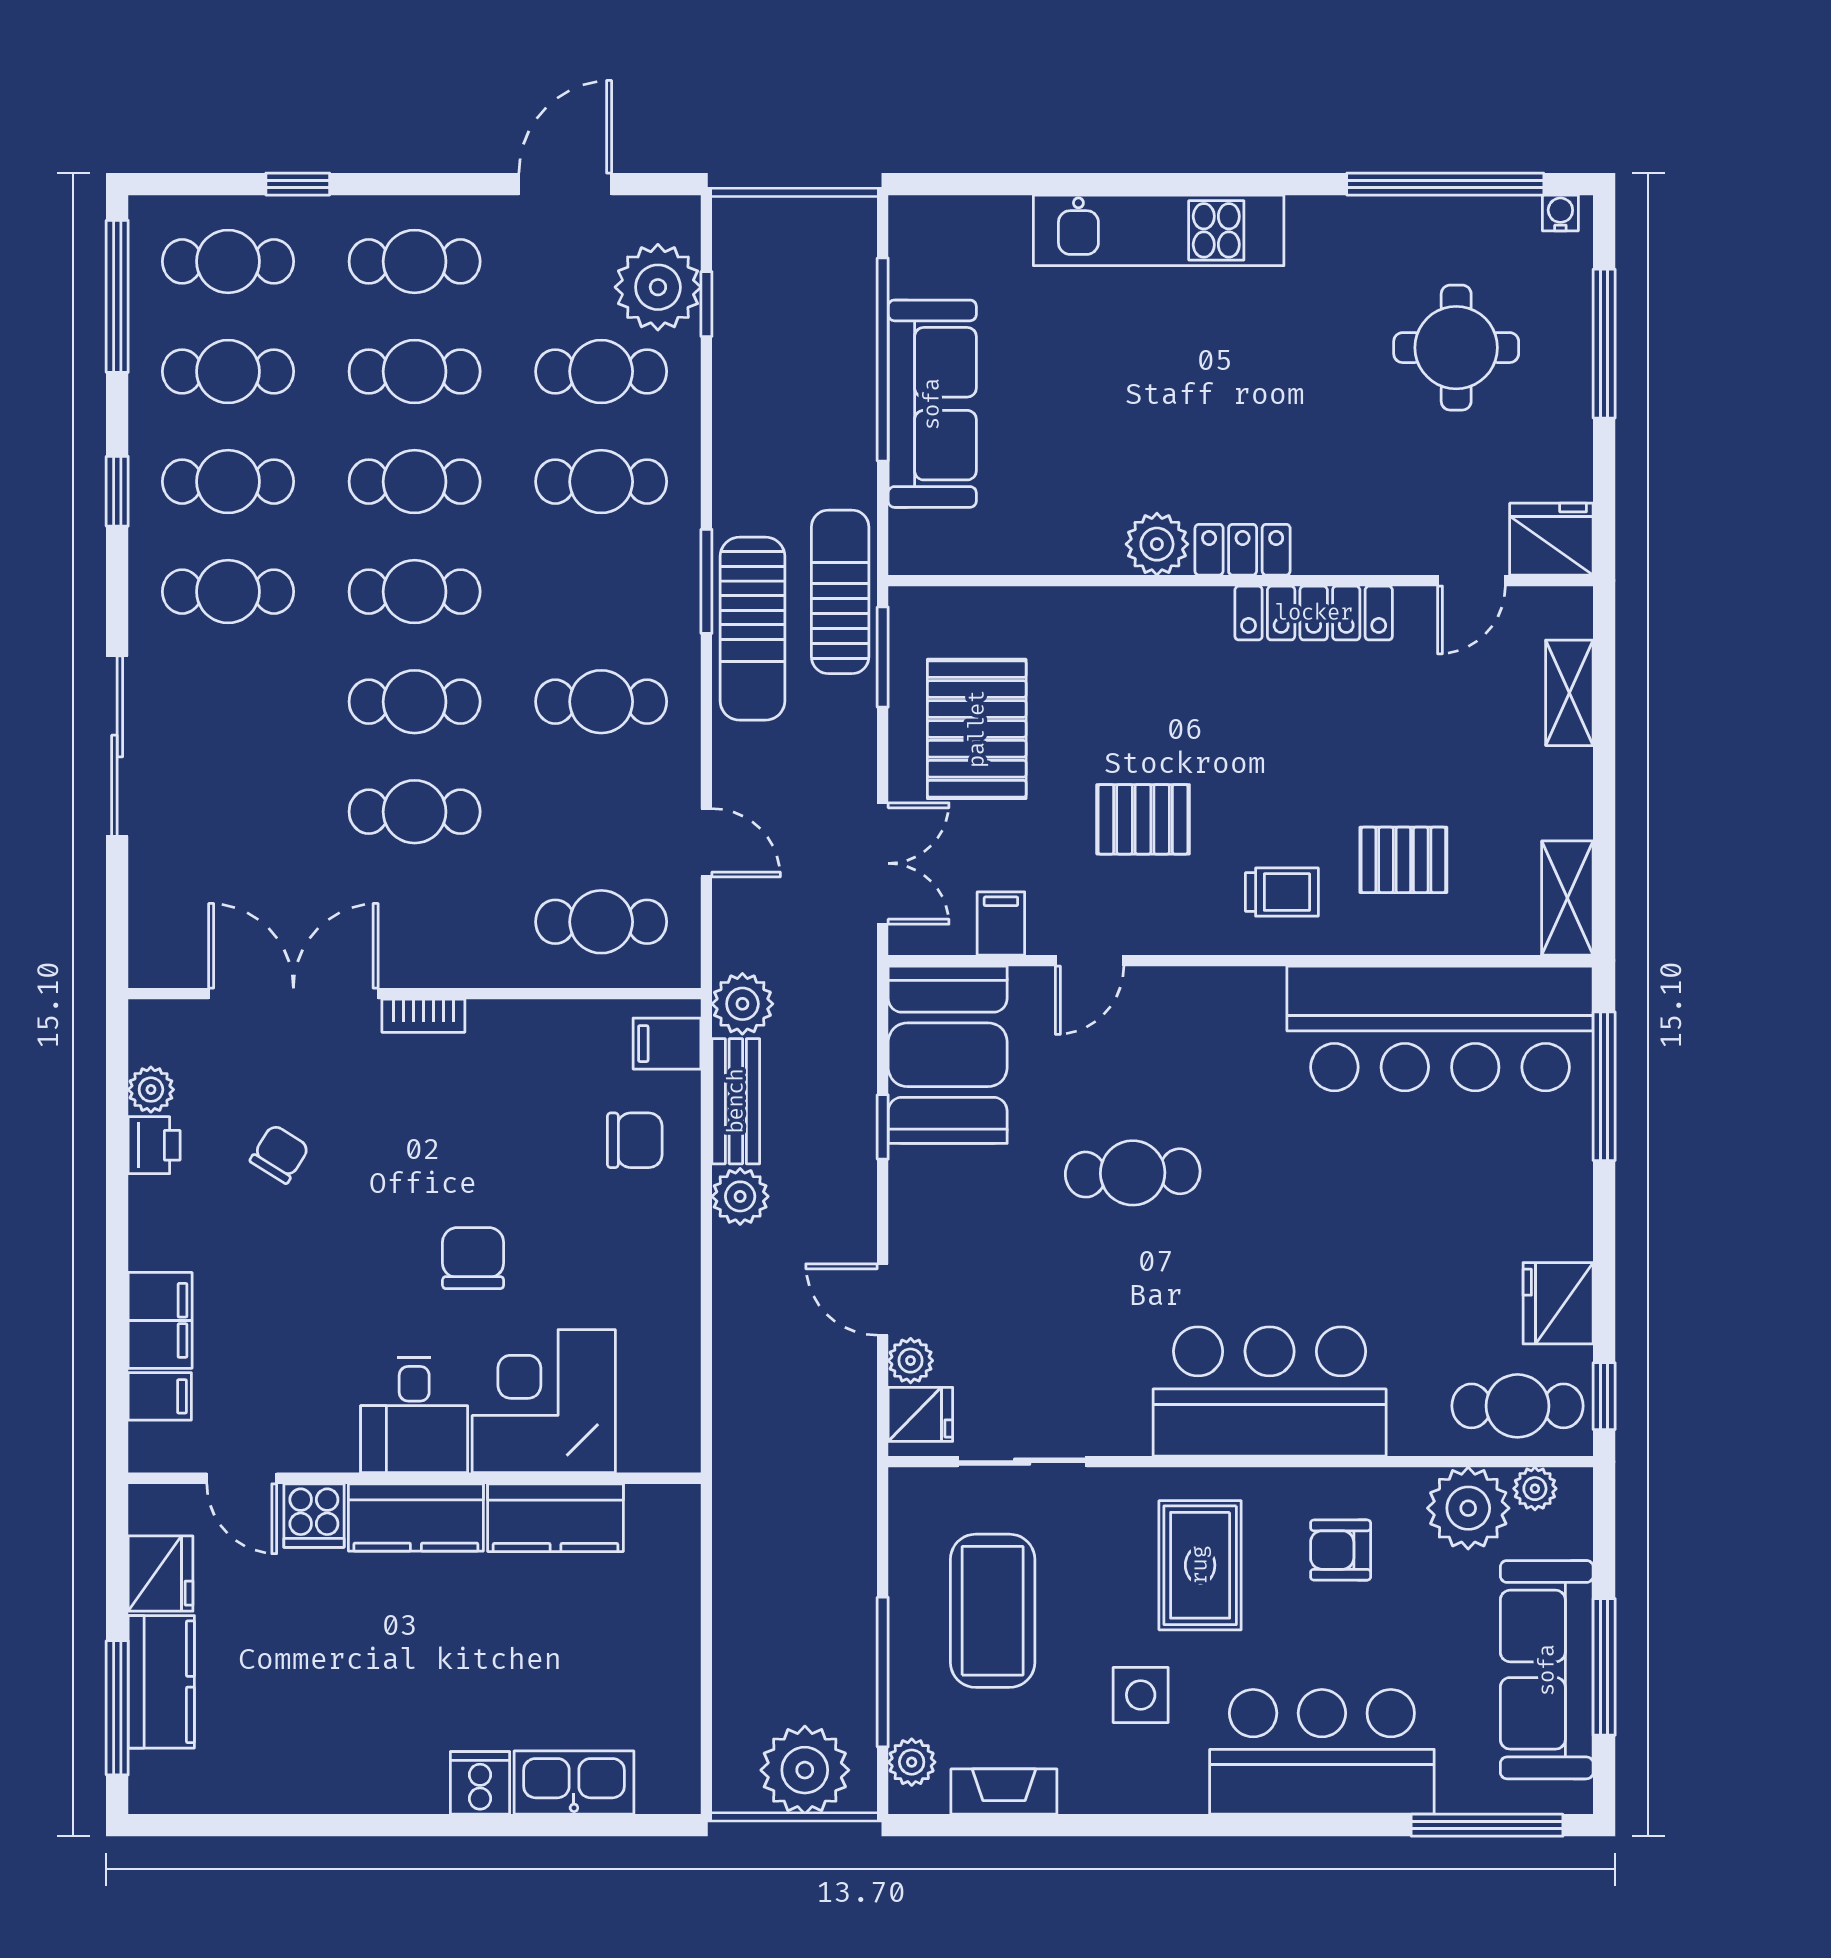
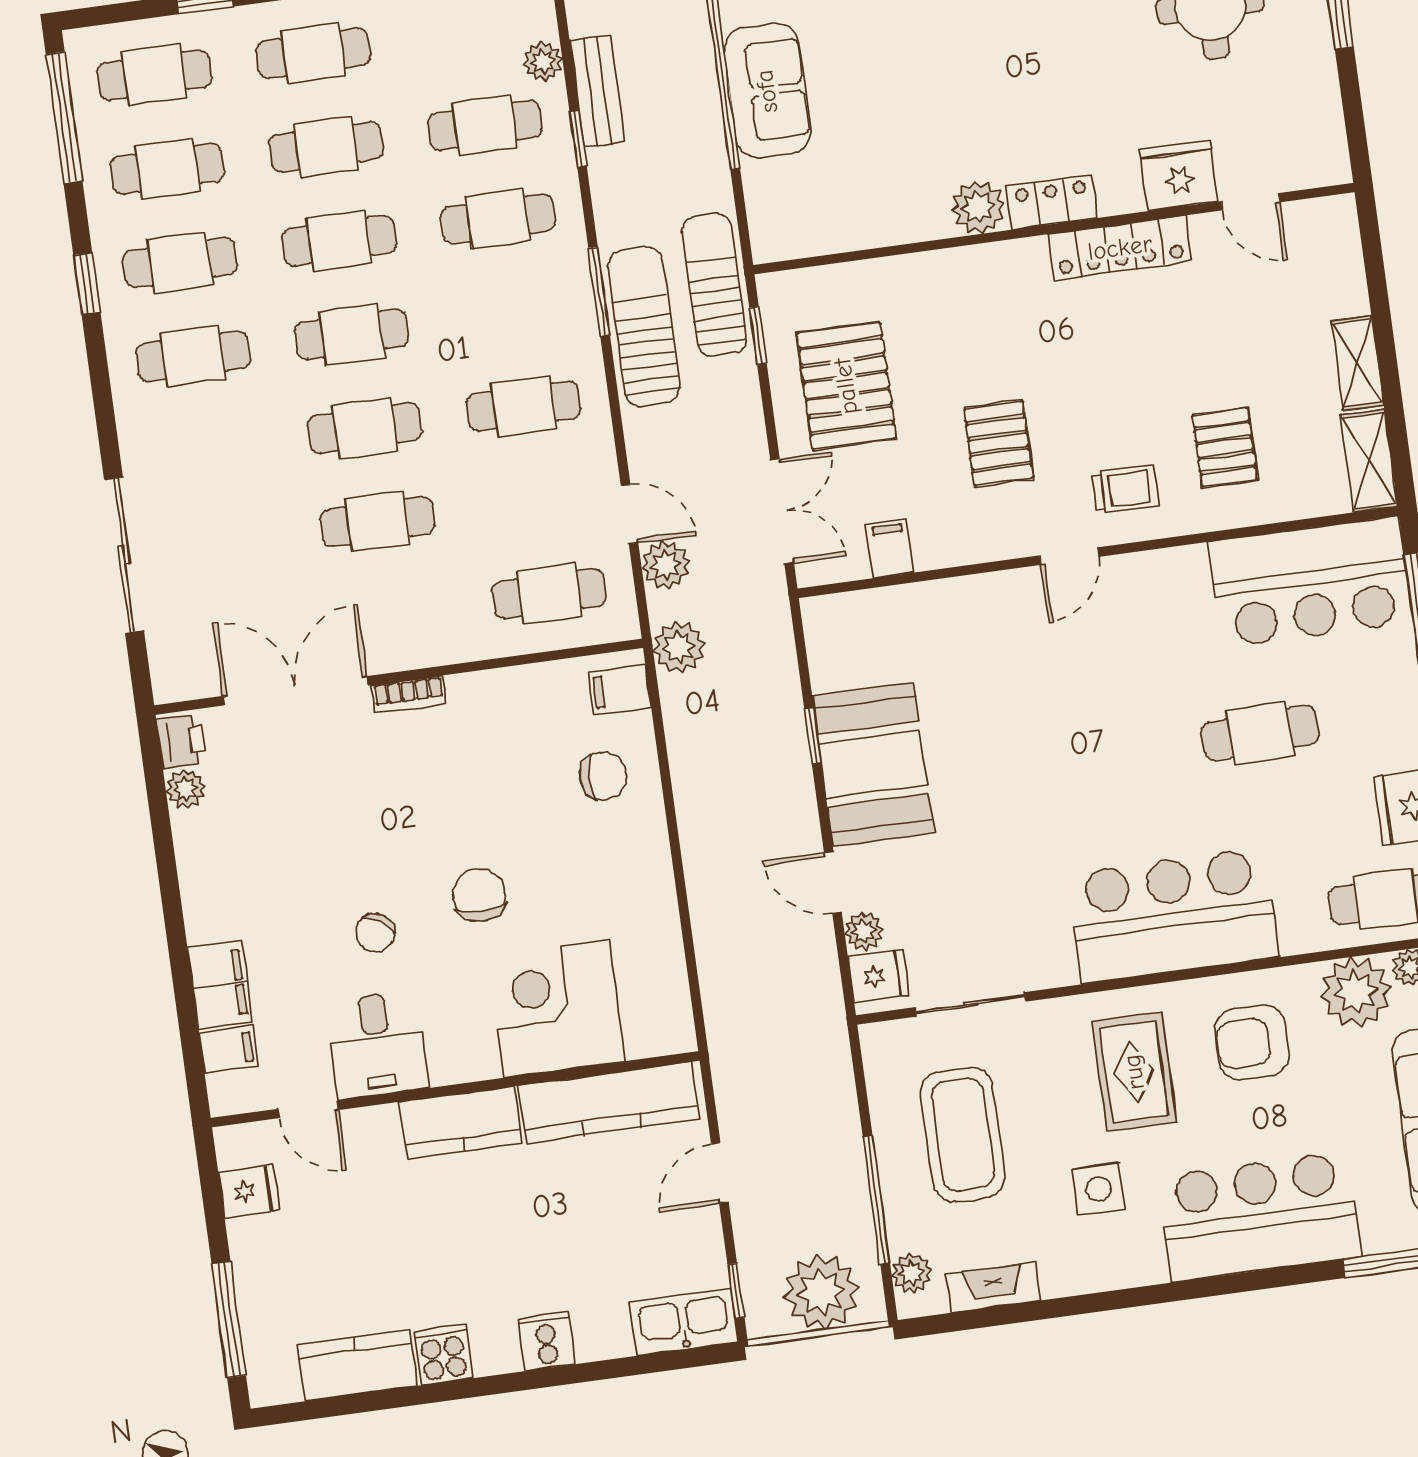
plant: (658, 287) -> (543, 62), width x0.53, depth x0.53
window: (706, 304) -> (578, 139), moved
sofa: (932, 404) -> (767, 91), width x0.73
fridge: (1551, 539) -> (1179, 176), moved
door: (1471, 581) -> (1250, 202), hinge flipped
sun lounger: (753, 629) -> (644, 327), turned 180
window: (883, 657) -> (758, 336), width x0.67
shelving: (1569, 693) -> (1357, 363), moved
sliding door: (117, 746) -> (124, 555), moved
pallet: (1143, 819) -> (999, 443), turned 90
pallet: (1403, 860) -> (1225, 447), turned 90
door: (1090, 961) -> (1069, 556), moved
bar counter: (1440, 1028) -> (1311, 582), width x0.73
booth: (948, 1055) -> (873, 764), moved
bench: (736, 1101) -> (597, 91), moved
printer: (154, 1145) -> (182, 741), moved
chair: (280, 1154) -> (375, 933), moved, turned 180
cafe table: (1133, 1173) -> (1260, 733), moved
plant: (740, 1196) -> (666, 565), moved
desk: (414, 1415) -> (377, 1045), moved
cooker: (314, 1516) -> (443, 1355), moved, turned 180
kitchen counter: (555, 1518) -> (609, 1102), width x1.50
armchair: (1341, 1550) -> (1252, 1042), width x1.38, depth x1.38
fridge: (161, 1574) -> (249, 1191), width x0.72
door: (706, 1616) -> (720, 1173), added
kitchen counter: (161, 1682) -> (357, 1365), moved, turned -90
window: (706, 1755) -> (736, 1291), added
kitchen sink: (574, 1783) -> (683, 1322), moved

